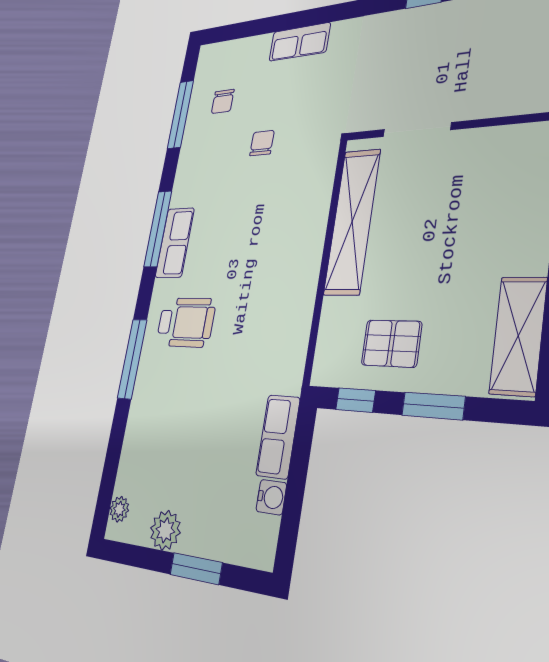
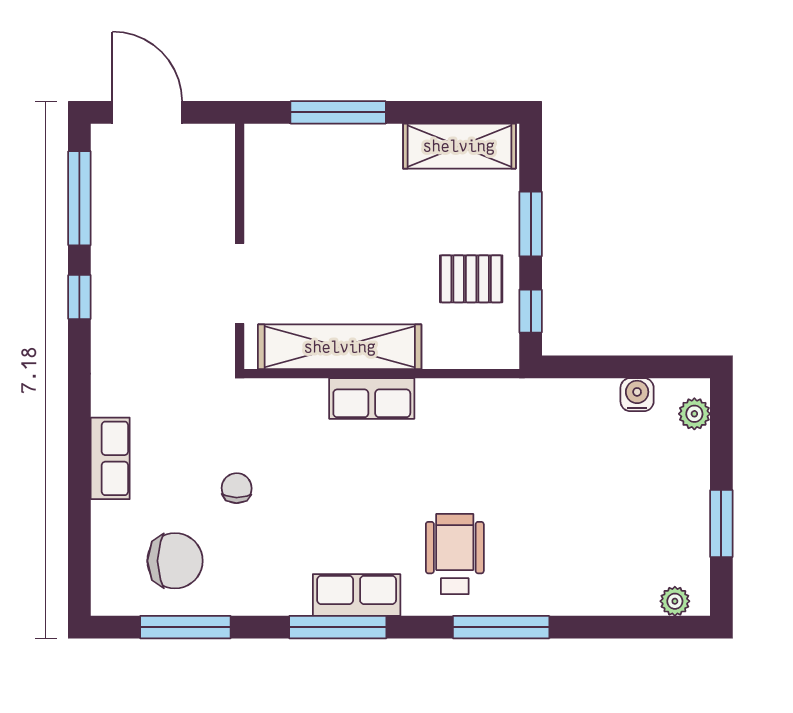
chair: (223, 101) -> (175, 561), width x1.87, depth x1.87
chair: (262, 143) -> (237, 488), turned 91
pallet: (391, 343) -> (471, 279), turned 90
row of seats: (278, 437) -> (372, 398), moved
plant: (165, 530) -> (694, 414), moved, width x0.73, depth x0.73
window: (196, 569) -> (721, 524), moved

